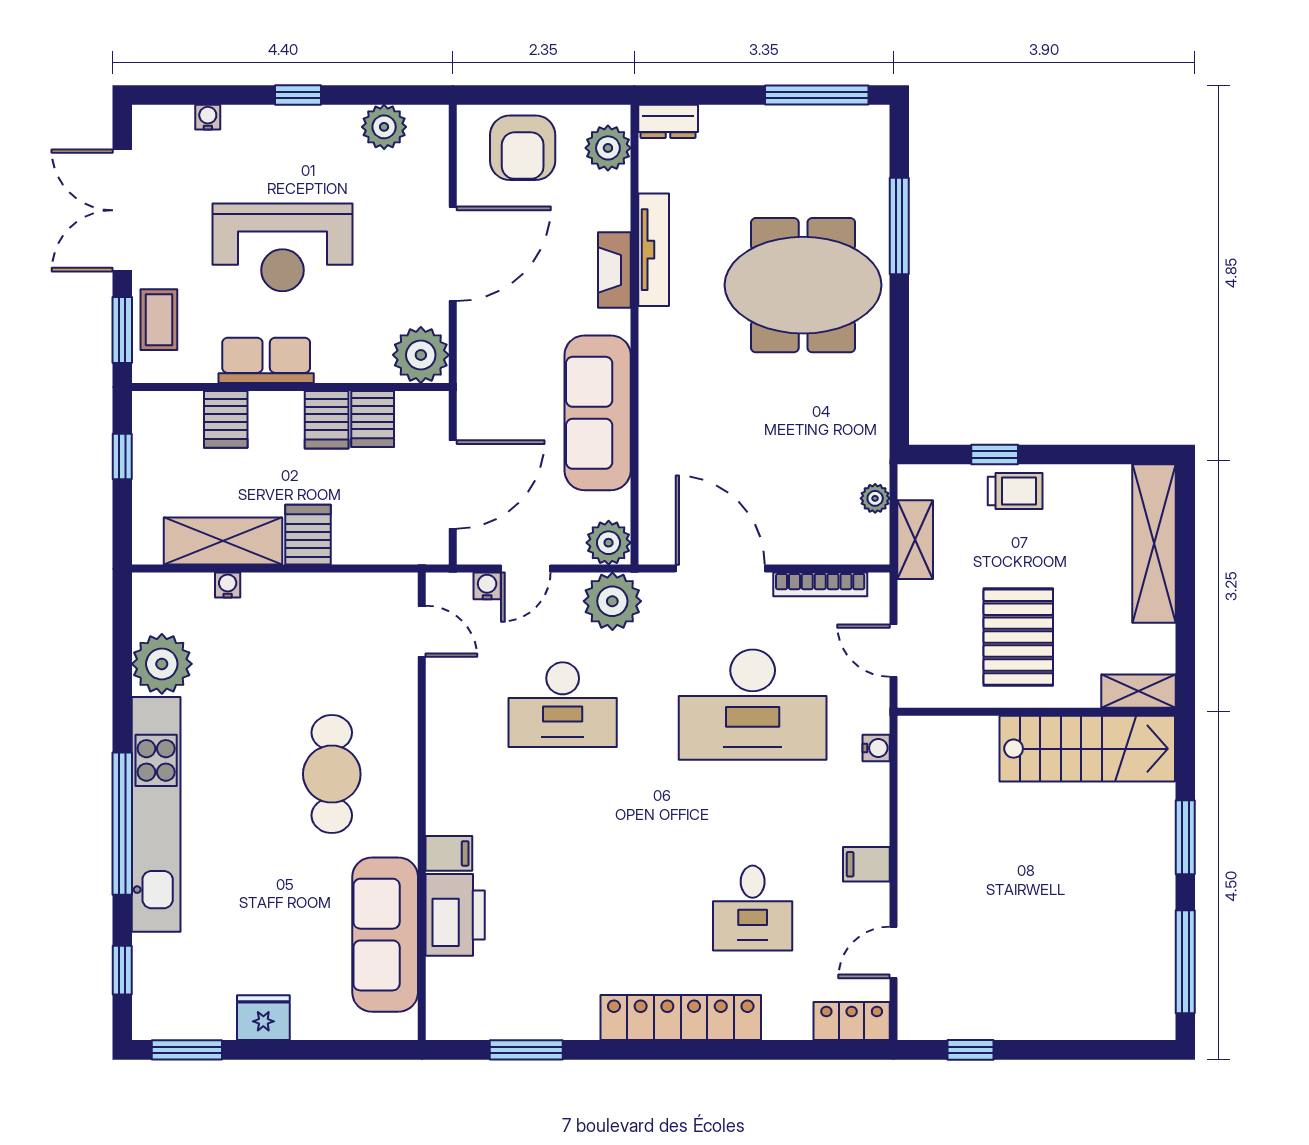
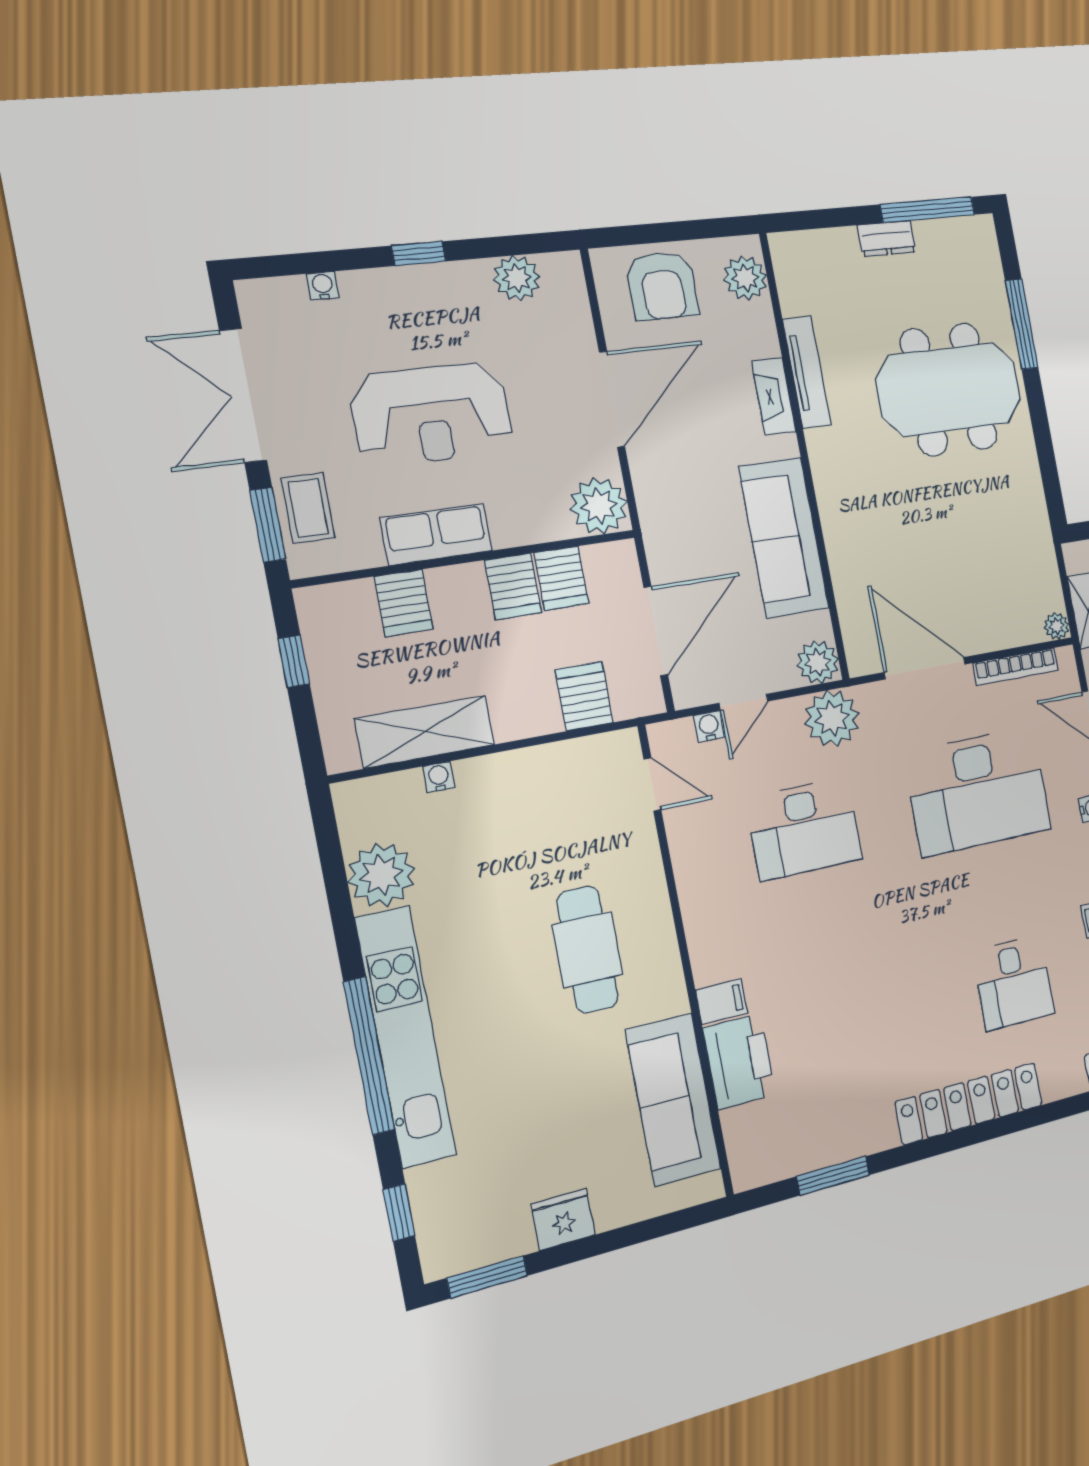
dresser: (668, 121) -> (887, 239), moved
plant: (875, 498) -> (1057, 626), moved
server rack: (308, 535) -> (584, 696), moved

